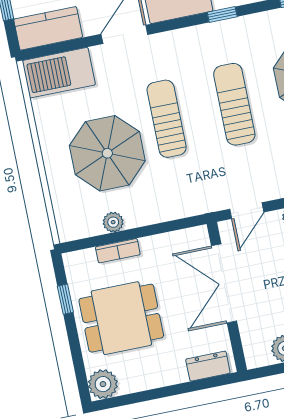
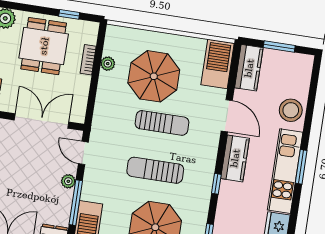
sun lounger: (234, 104) -> (155, 170), turned 180

